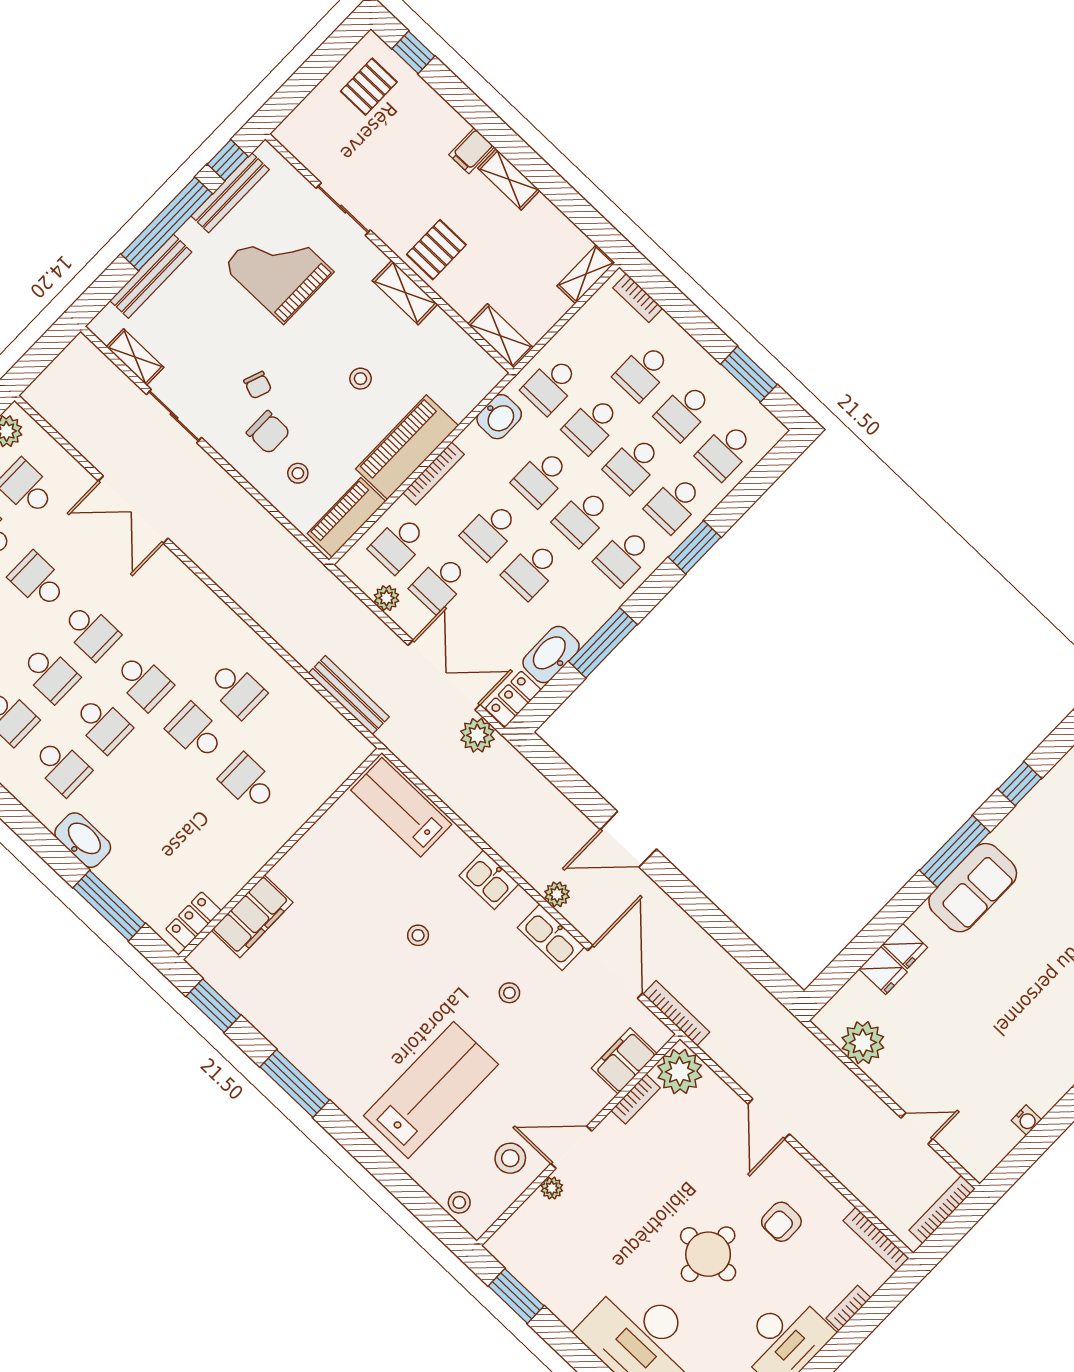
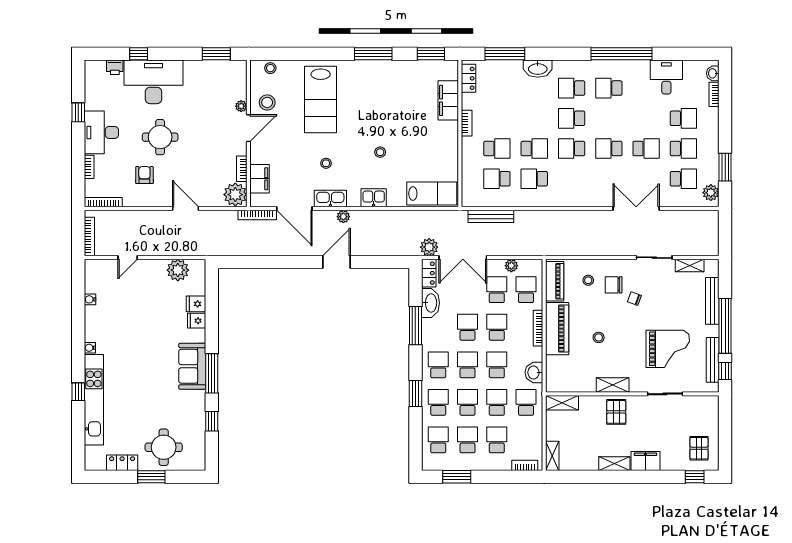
filing cabinet: (472, 151) -> (645, 461), width x2.00
school desk: (50, 674) -> (497, 179), moved
bookcase: (257, 859) -> (467, 123), added

